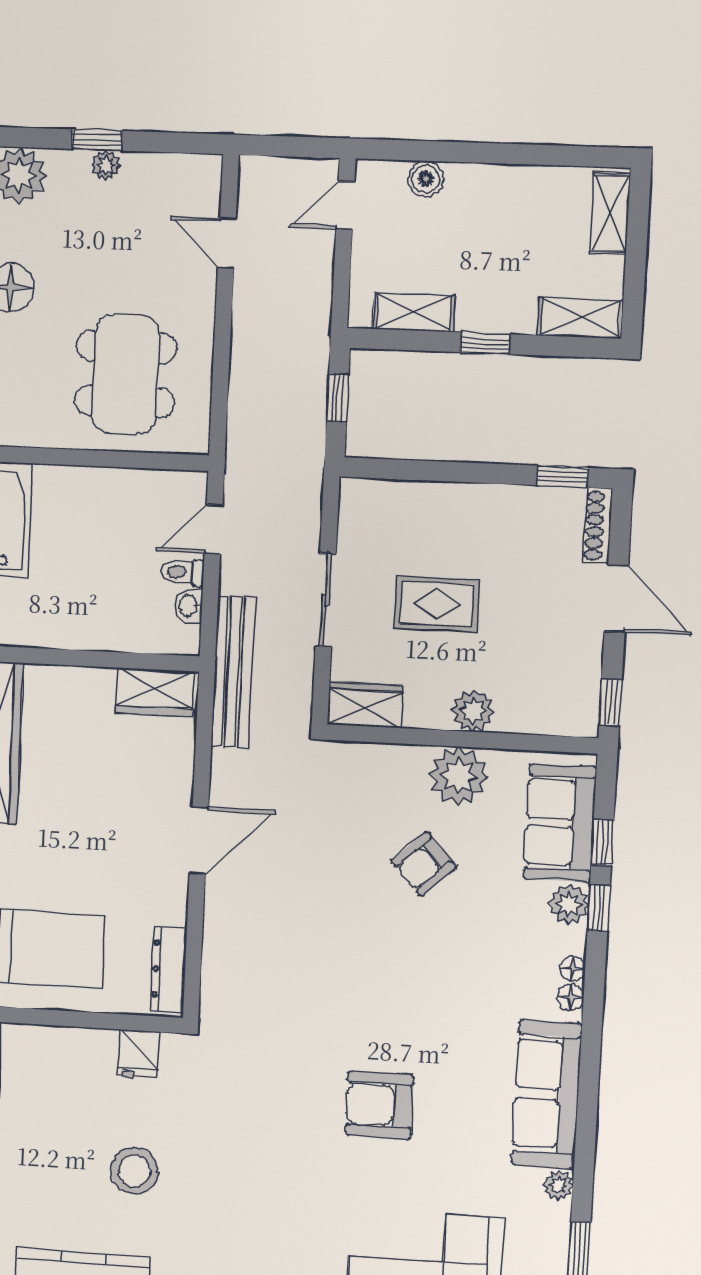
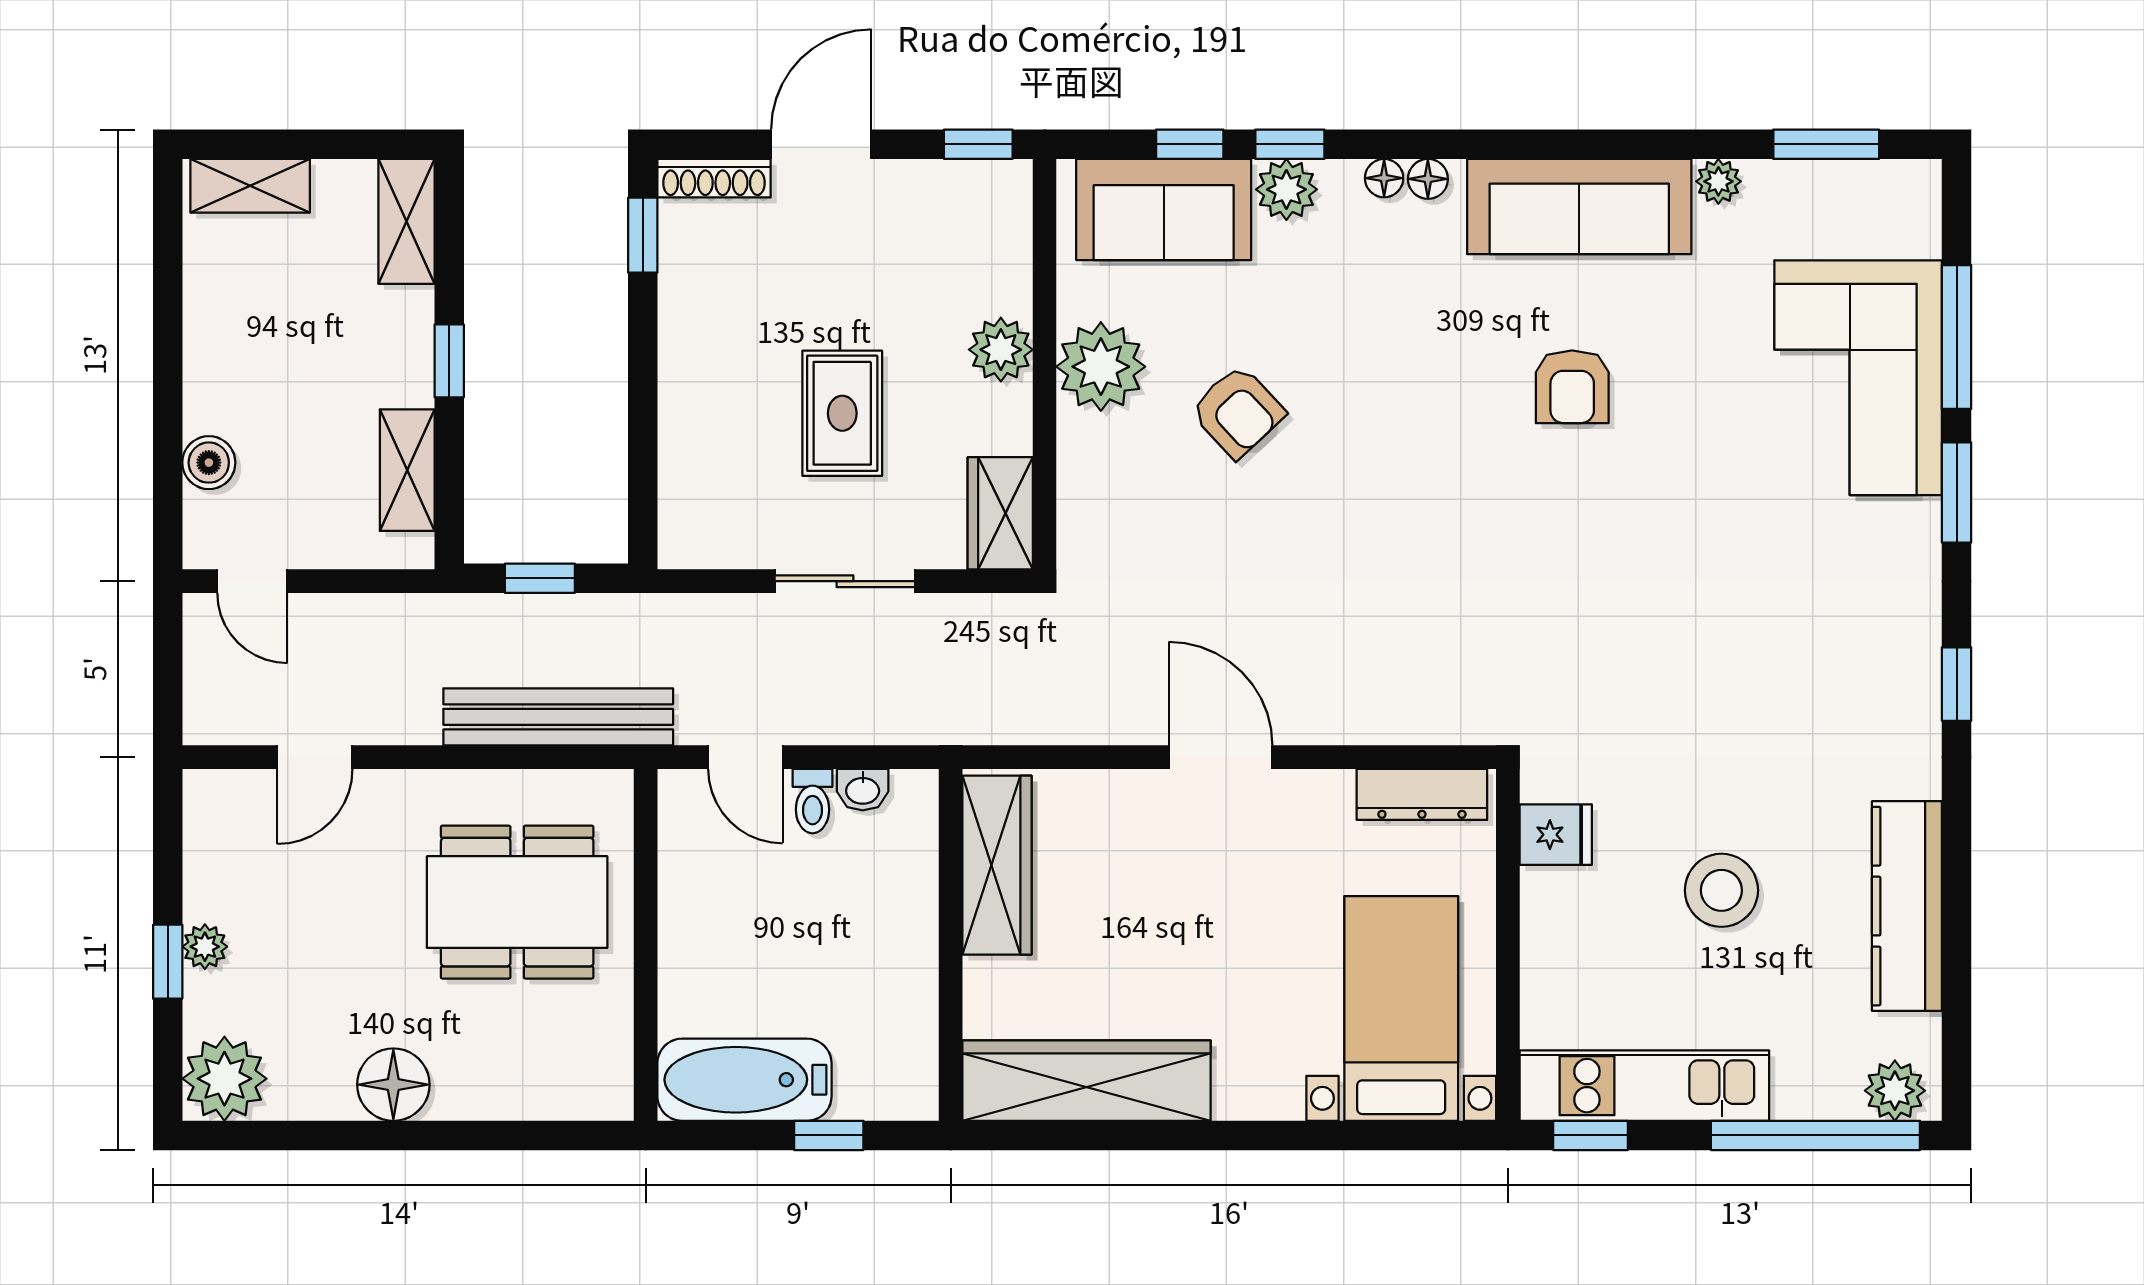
bench: (233, 672) -> (558, 717), moved
wardrobe: (155, 692) -> (997, 865), width x1.50
armchair: (379, 1105) -> (1572, 387), moved, width x0.72, depth x0.72
stool: (134, 1171) -> (1721, 890), moved

